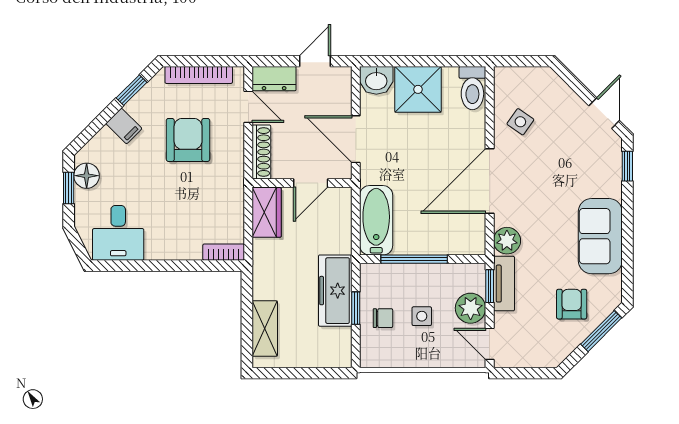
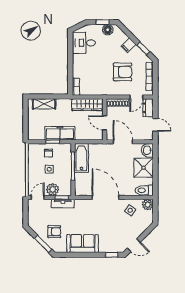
door: (356, 139) -> (123, 142), hinge flipped
wardrobe: (267, 212) -> (87, 105), width x1.50
bathtub: (376, 220) -> (81, 158), moved, turned -90
plant: (507, 241) -> (148, 205), moved

